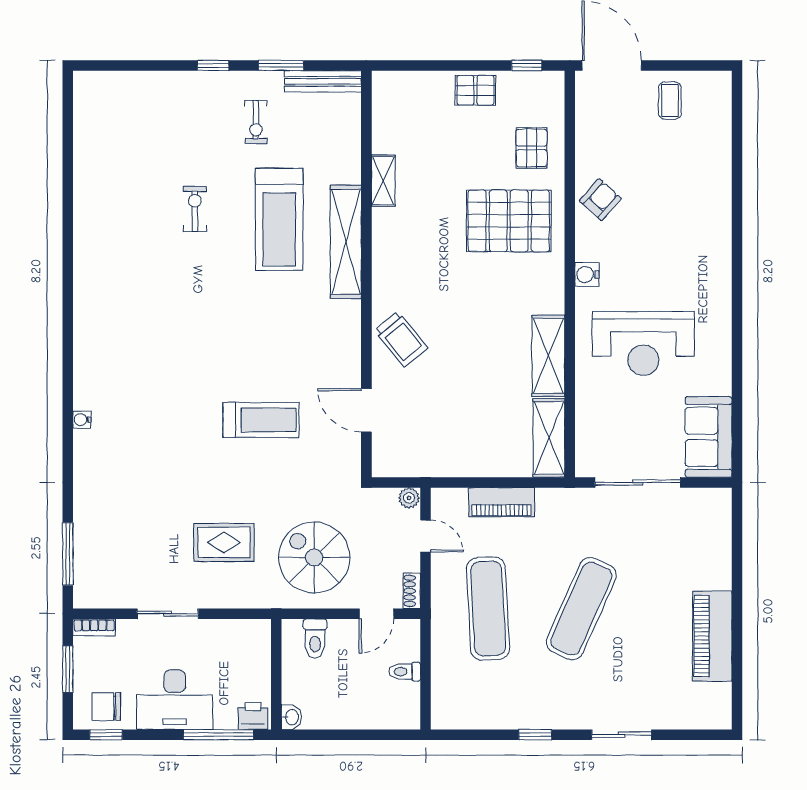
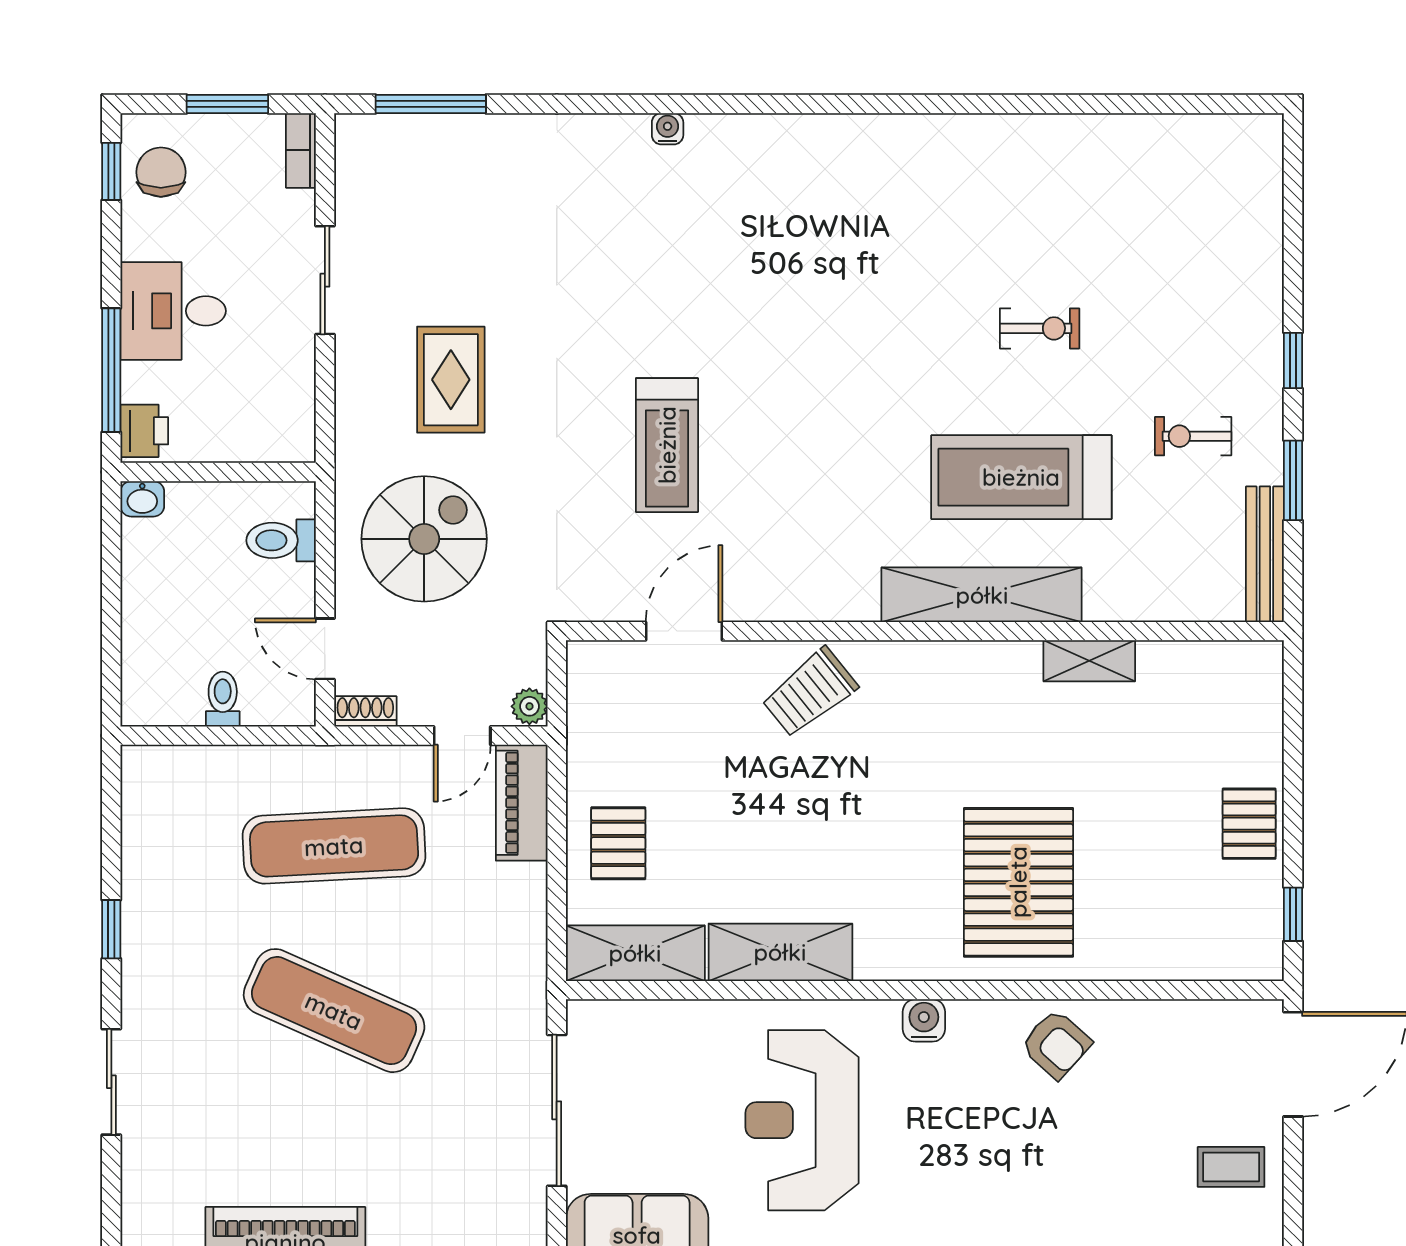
pallet: (531, 148) -> (618, 843), moved, turned 90
piano: (502, 502) -> (522, 803), moved
desk: (175, 700) -> (173, 311), width x0.73

